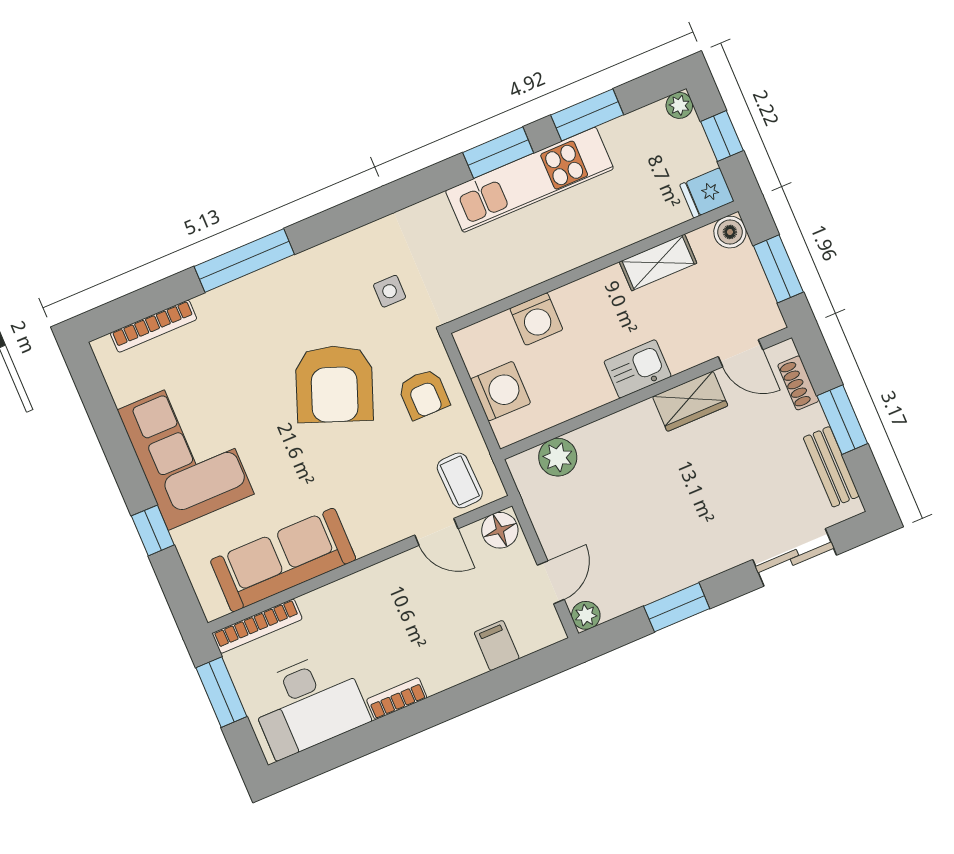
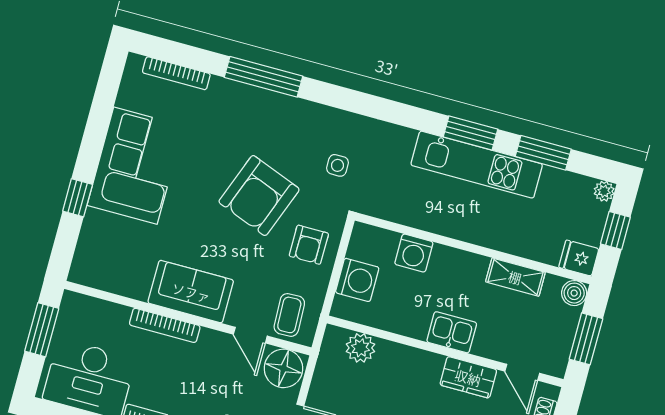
floor lamp: (500, 530) -> (283, 368), width x1.38, depth x1.38
sofa: (283, 560) -> (191, 292), moved, width x0.73
bookcase: (257, 626) -> (165, 325), moved

